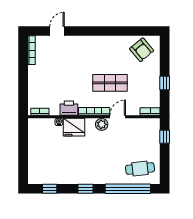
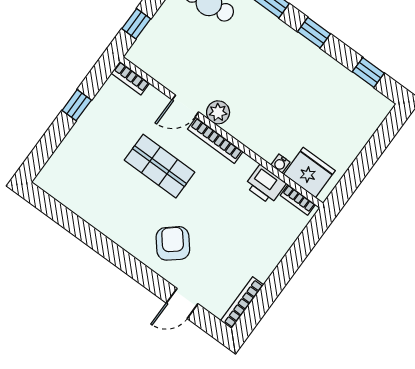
armchair: (142, 50) -> (173, 243), moved
printer: (69, 108) -> (265, 185), moved
fridge: (74, 127) -> (309, 172), moved

